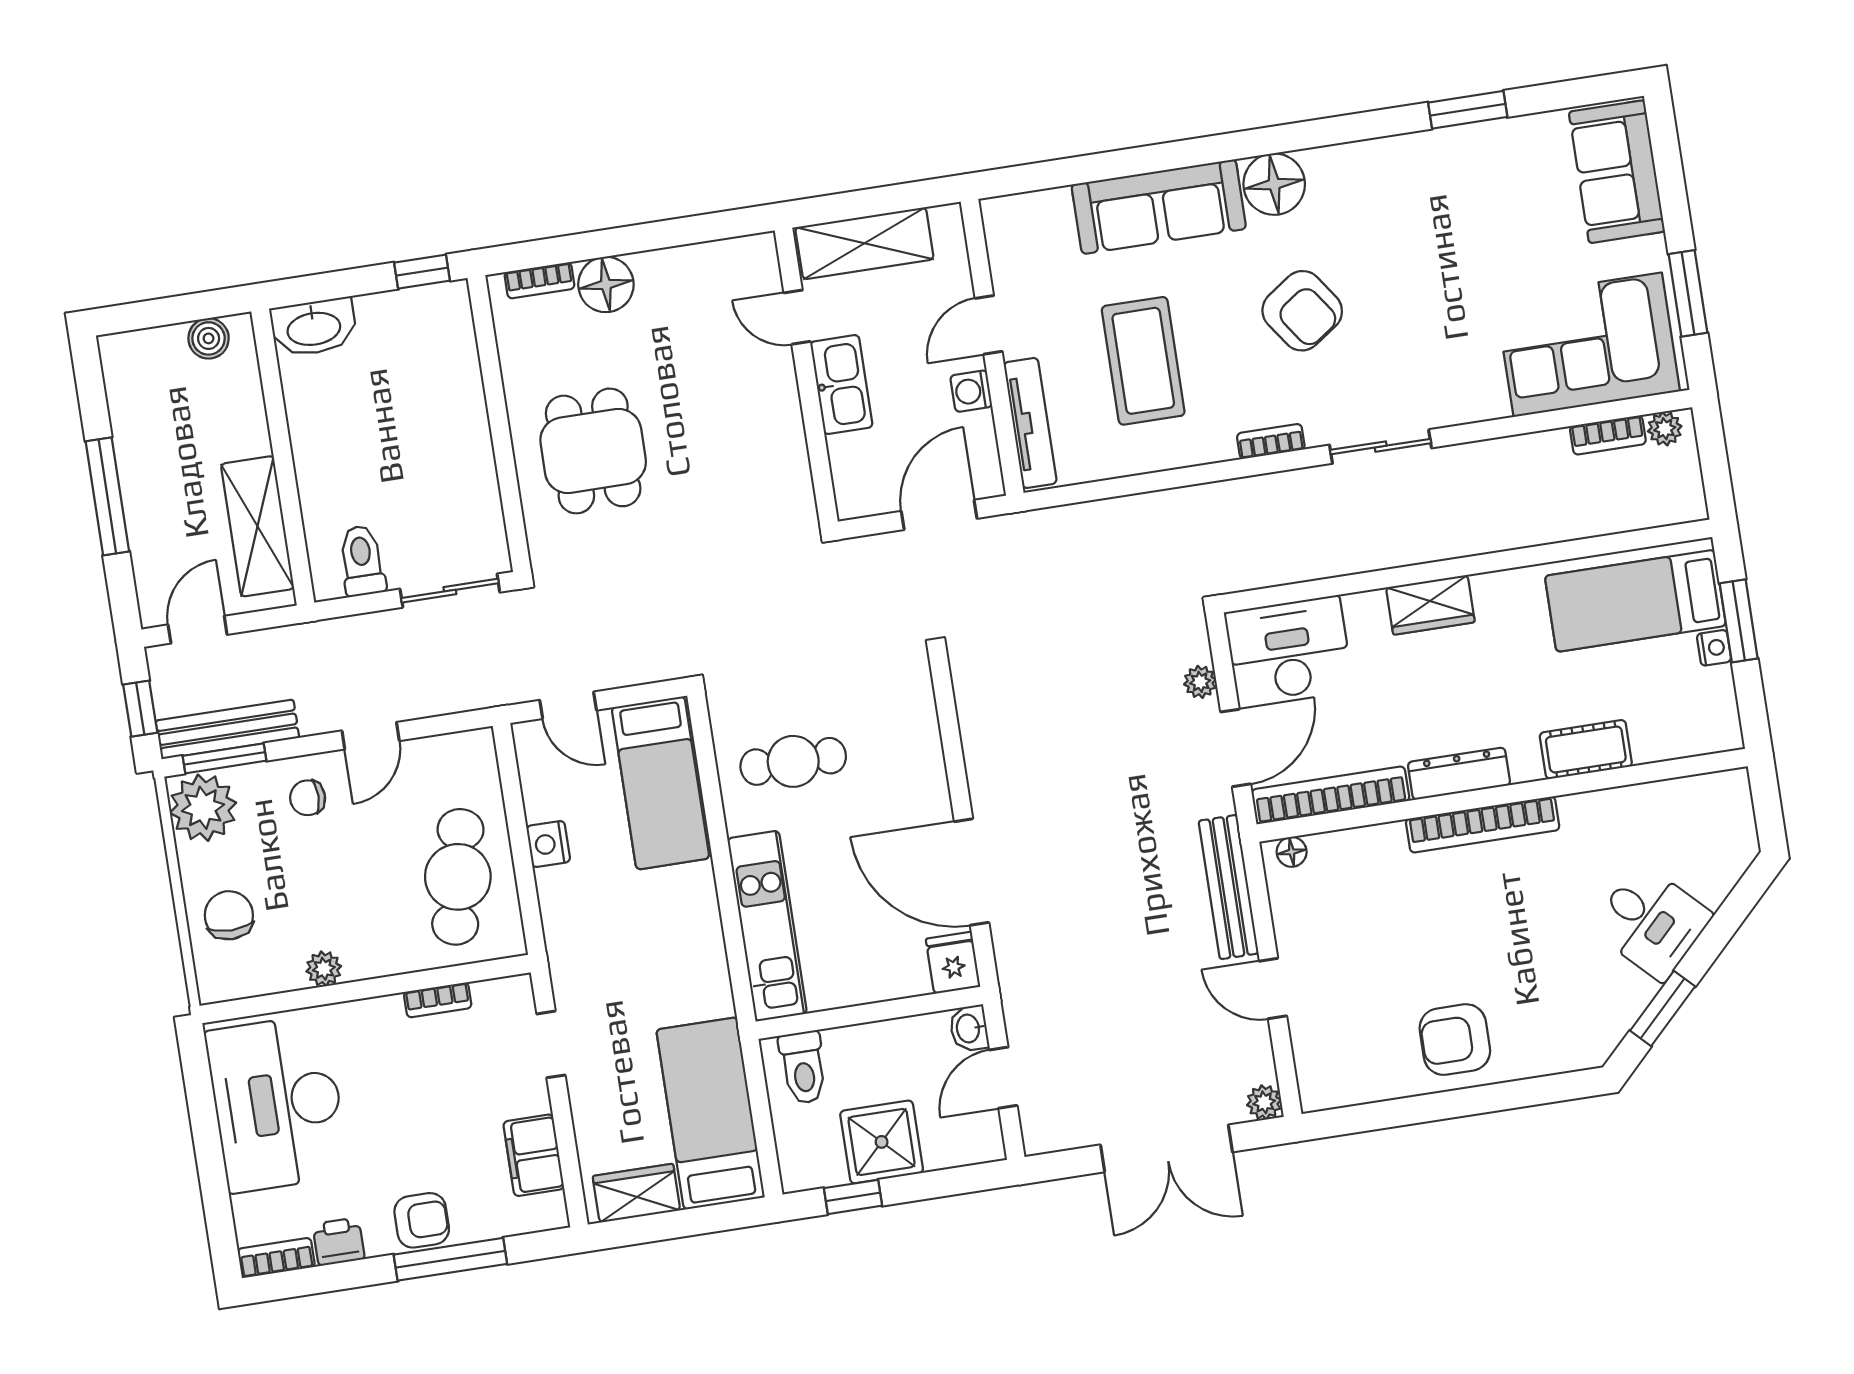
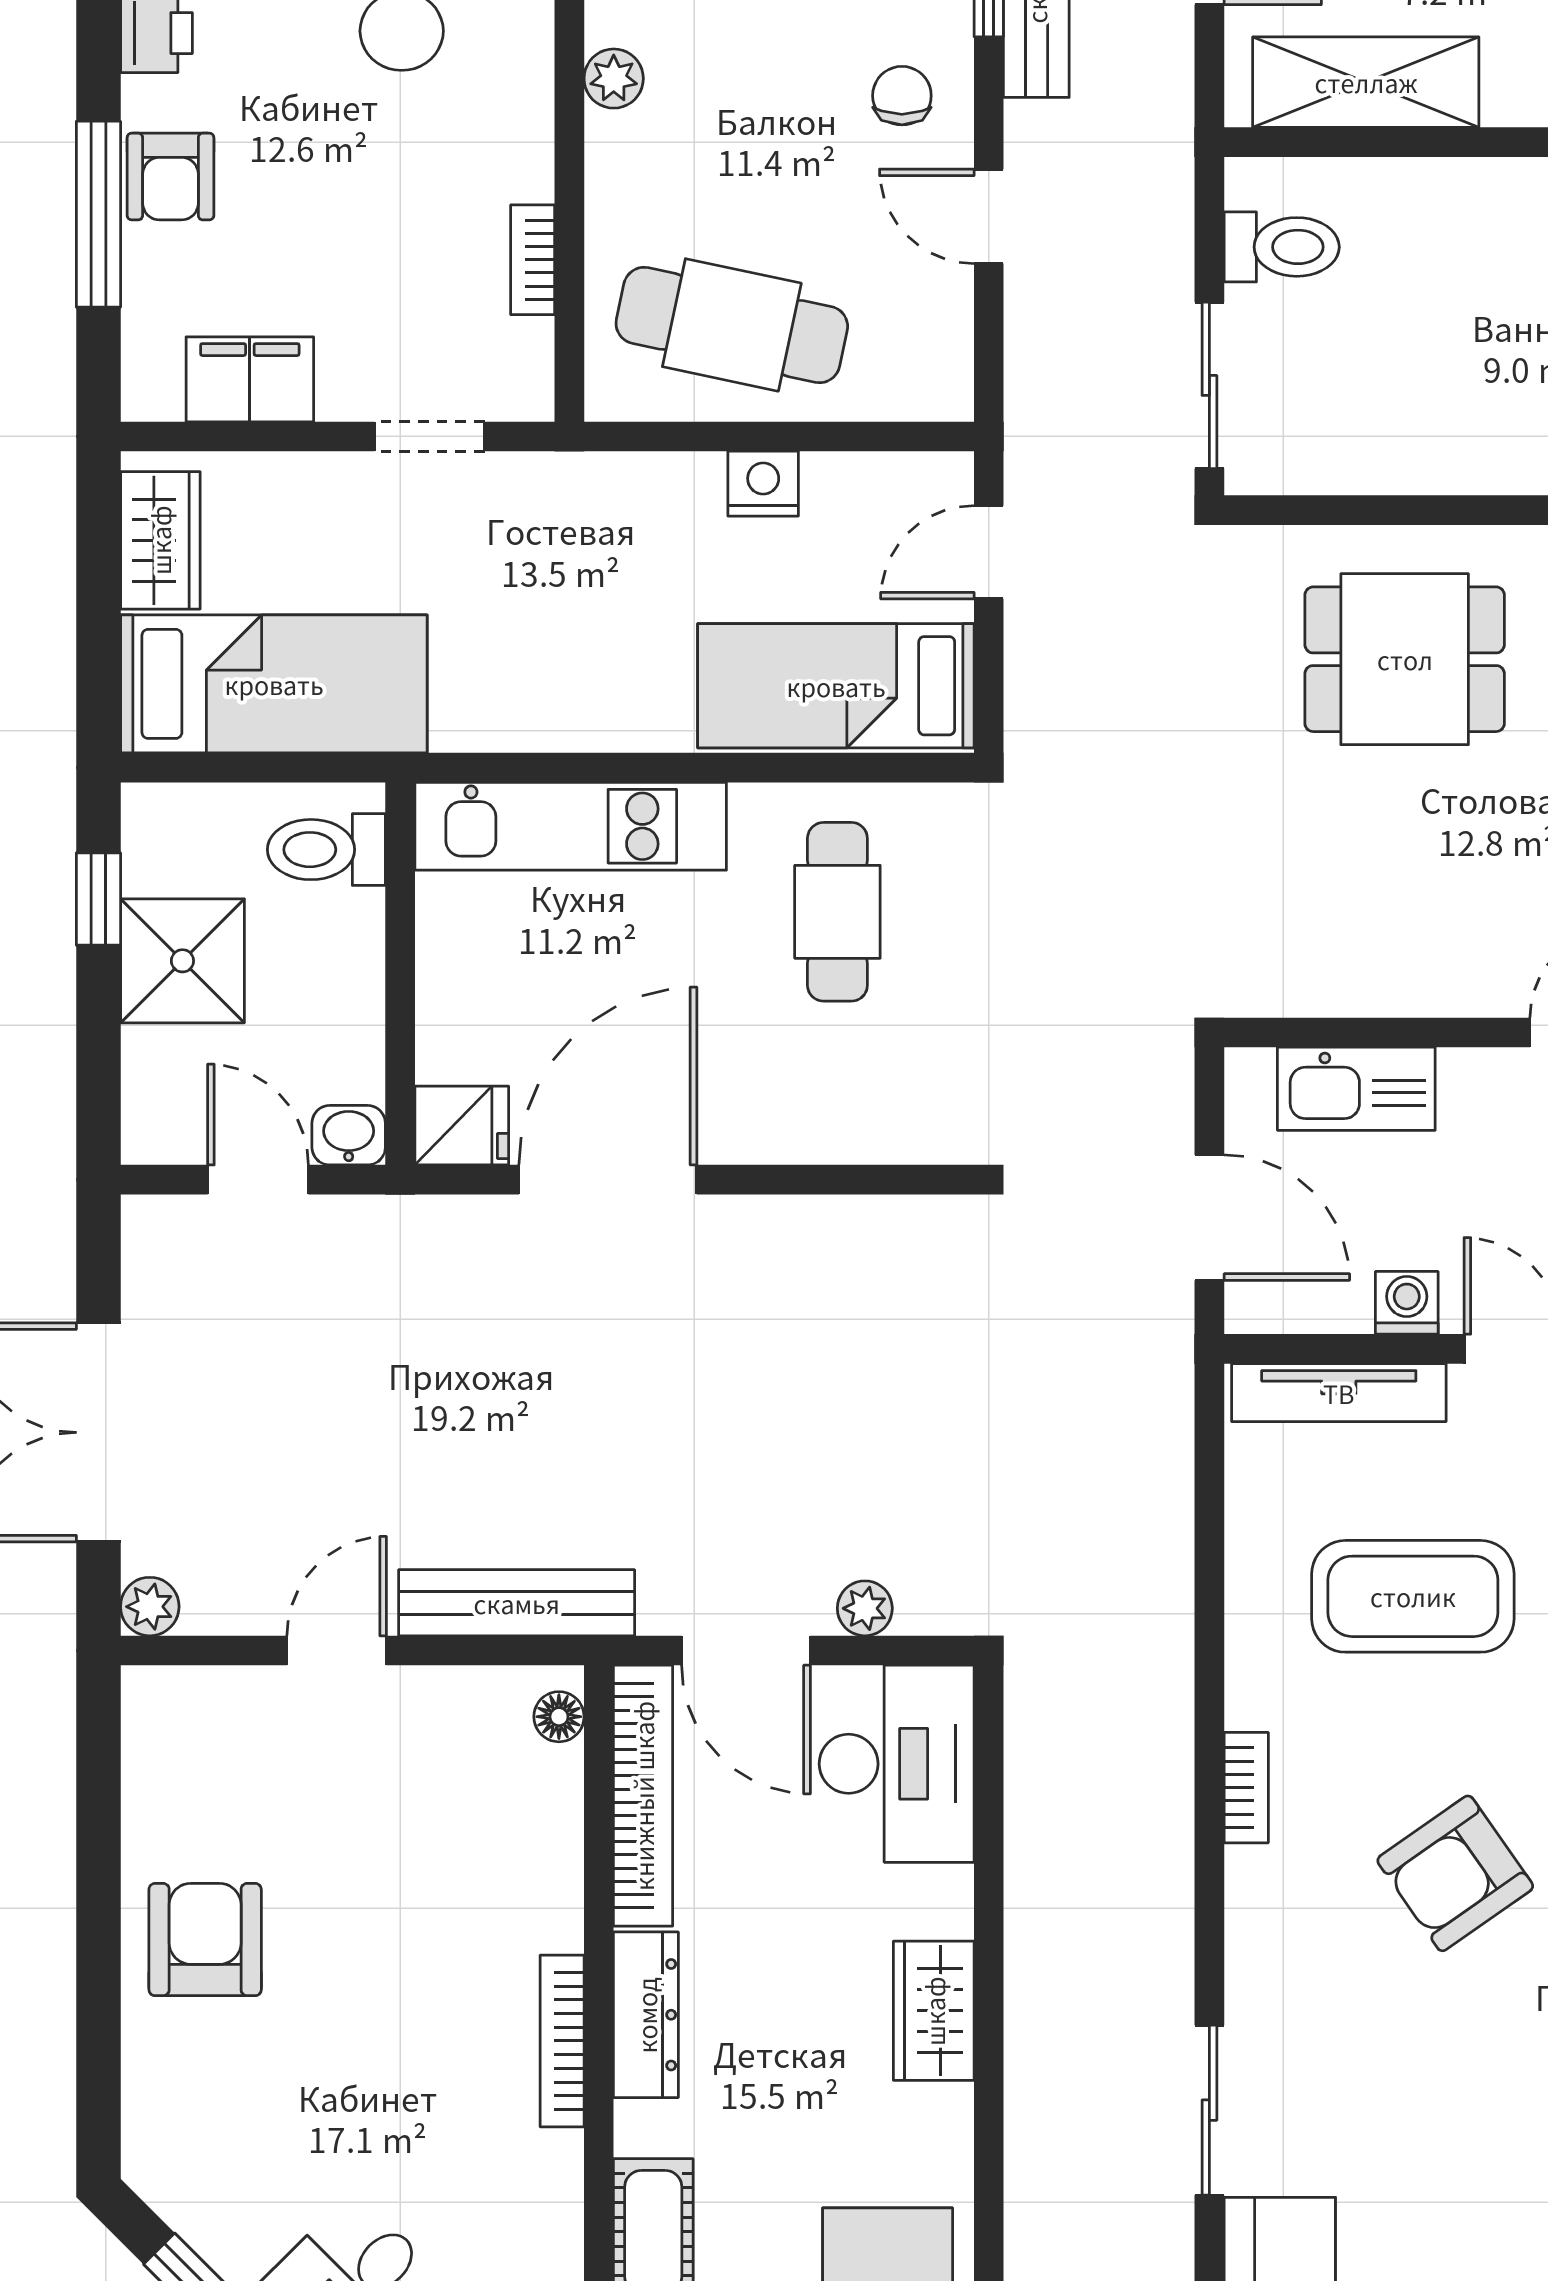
kitchen sink: (841, 385) -> (1356, 1089), moved
sliding door: (1381, 447) -> (1209, 2110), moved
bookcase: (1483, 825) -> (562, 2041), width x0.68, depth x0.76

